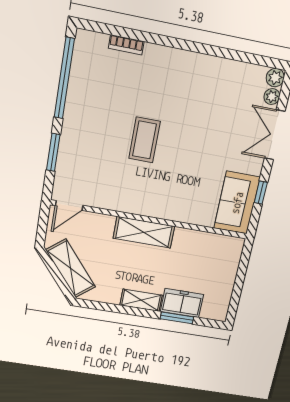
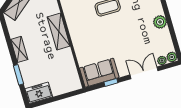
plant: (211, 67) -> (160, 22), added
freezer: (182, 303) -> (39, 93), moved, turned -90

